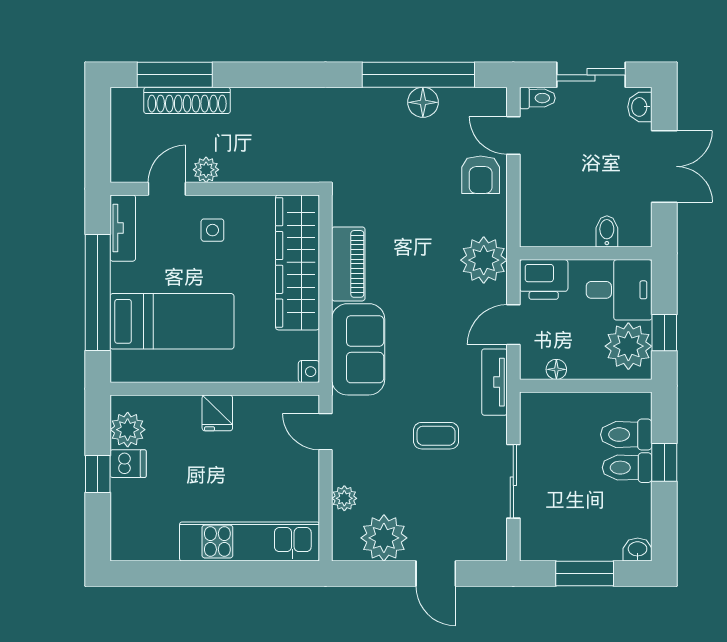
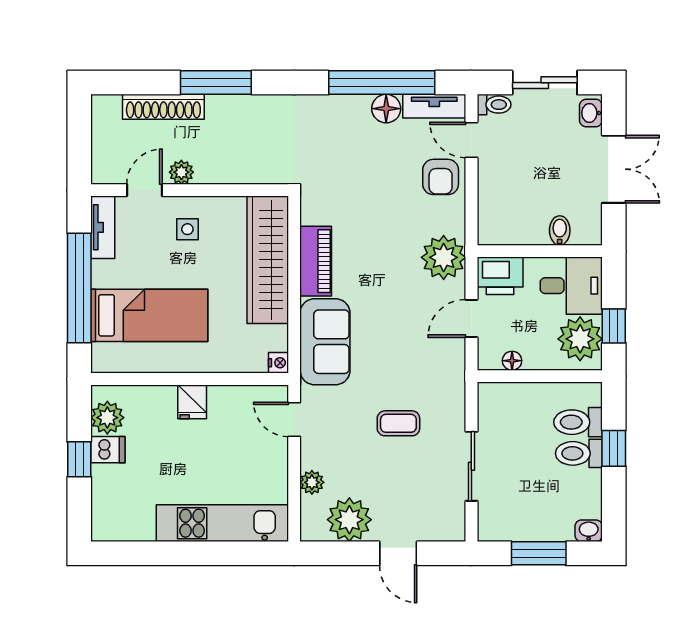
window: (175, 75) -> (216, 83), moved
tv unit: (494, 382) -> (434, 106), moved, turned -90

